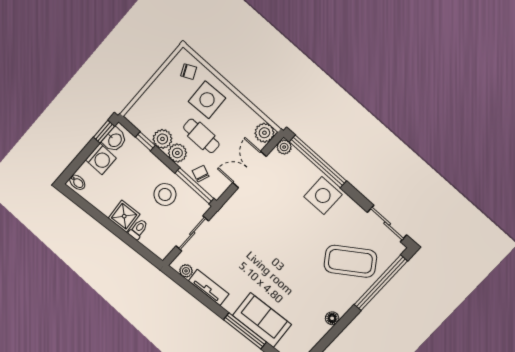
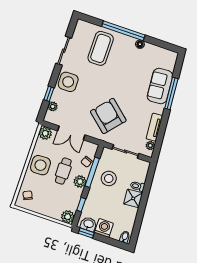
side table: (207, 100) -> (40, 165), moved
plant: (162, 139) -> (68, 217), moved
plant: (284, 147) -> (53, 106), moved
window: (318, 161) -> (49, 94), width x0.32
window: (194, 186) -> (92, 172), moved
sliding door: (387, 223) -> (64, 51), moved
armchair: (251, 231) -> (108, 116), added
coffee table: (350, 261) -> (101, 48), turned 35
window: (381, 283) -> (123, 31), moved

